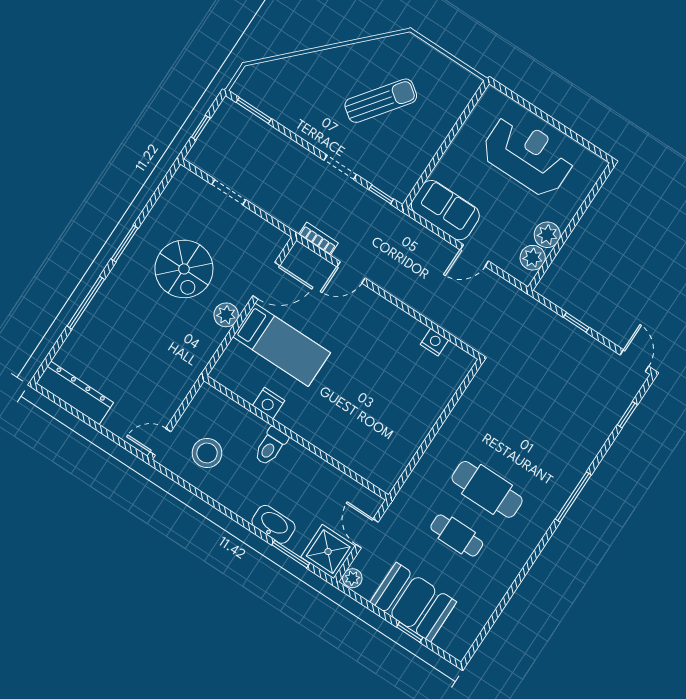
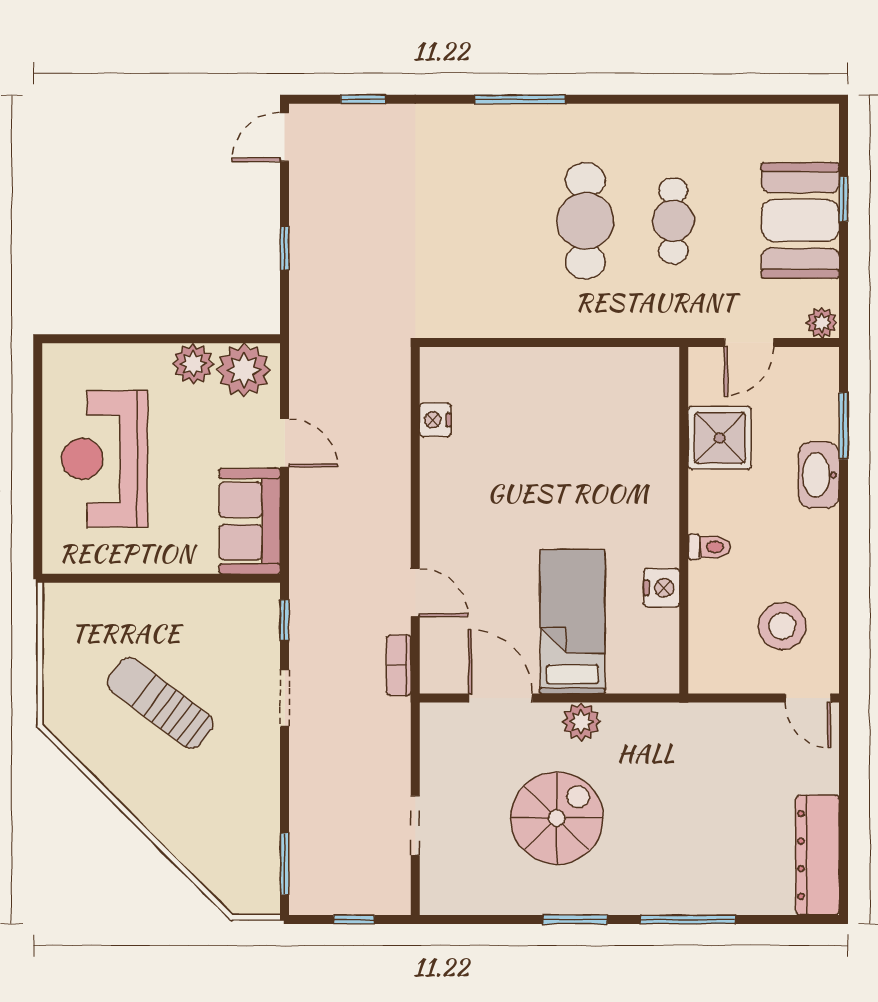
plant: (533, 258) -> (244, 370), width x1.36, depth x1.36
toilet: (271, 446) -> (709, 547), width x0.73, depth x0.72
shower: (328, 552) -> (720, 438), moved

